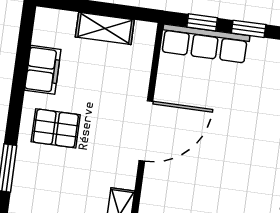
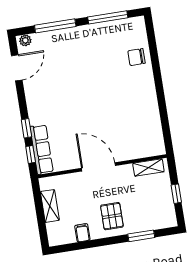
filing cabinet: (43, 70) -> (82, 233), width x0.50

